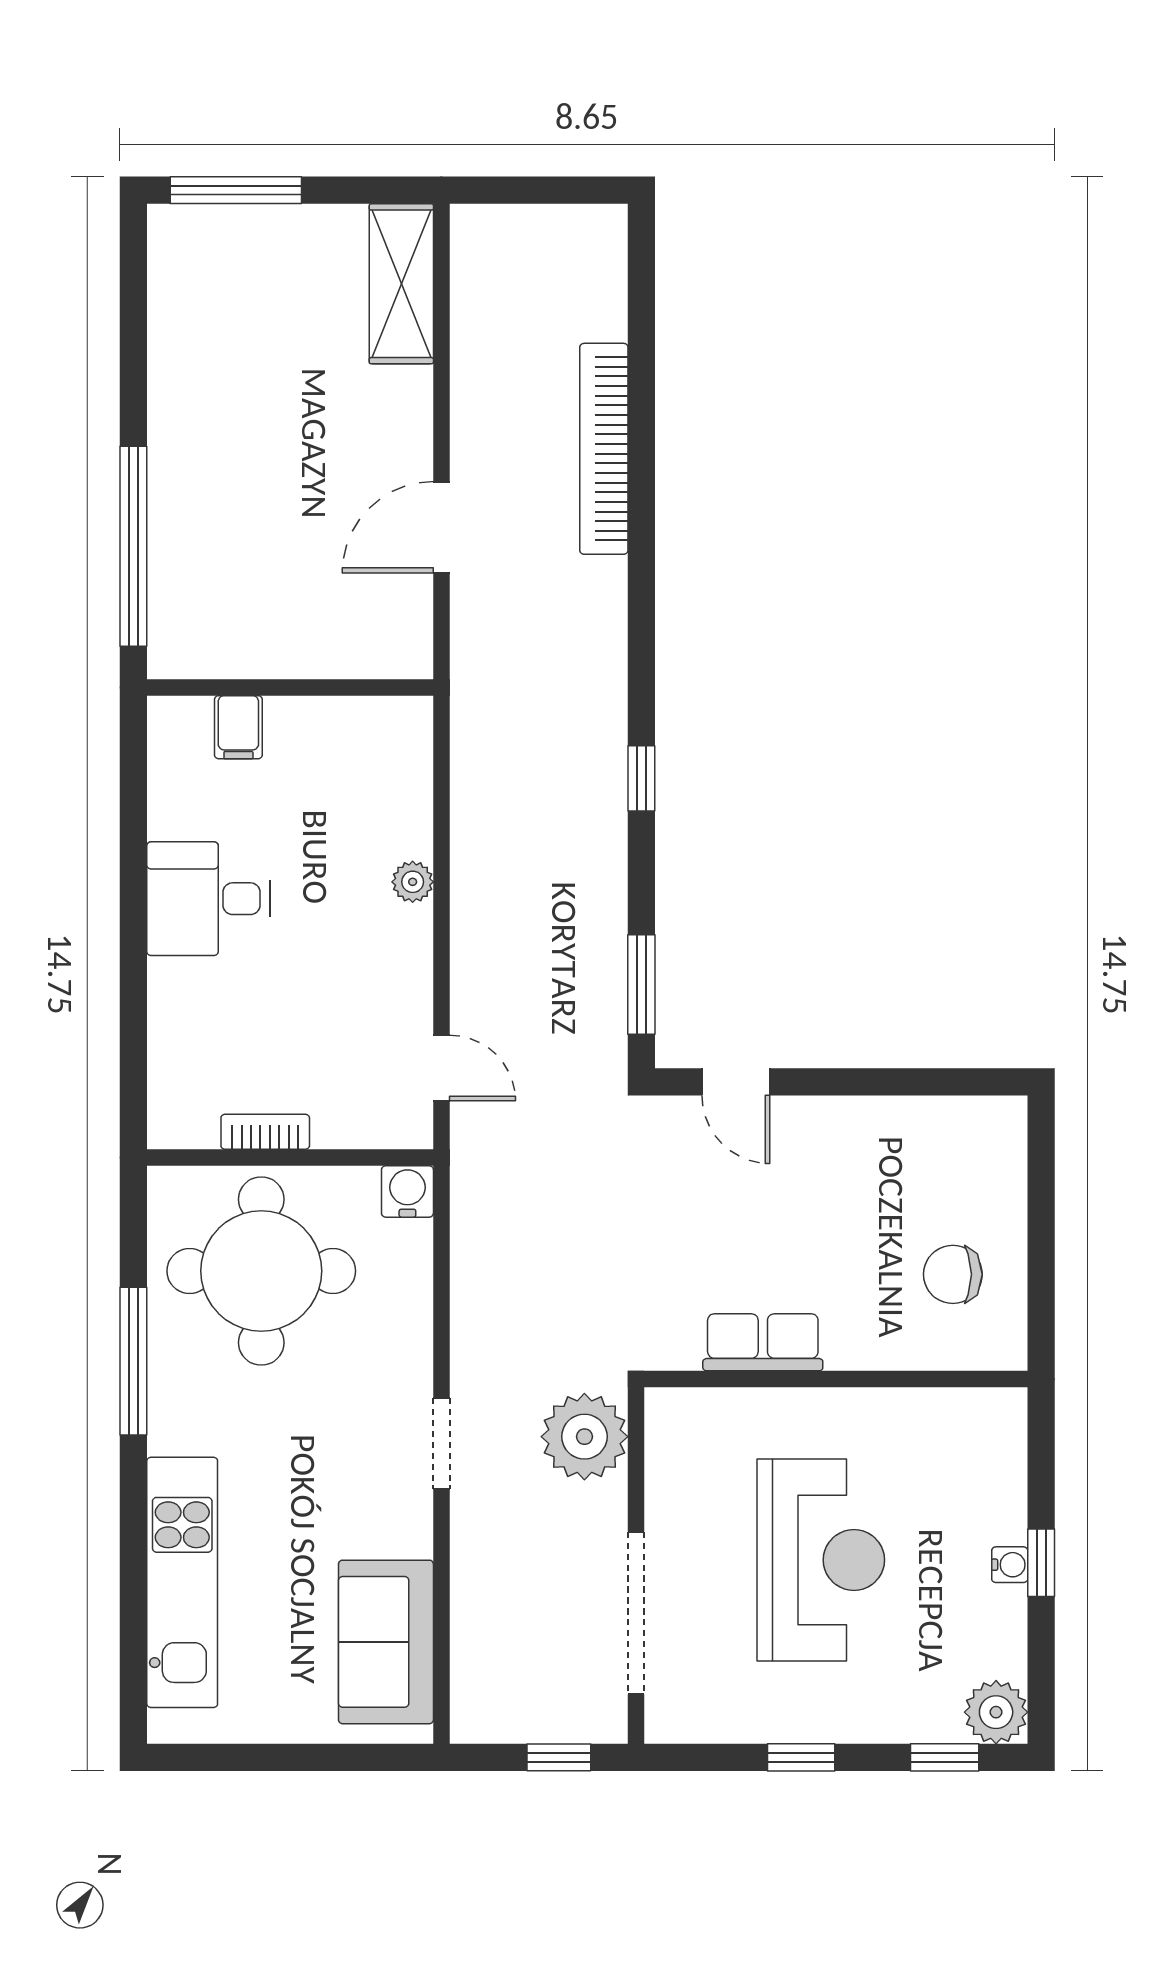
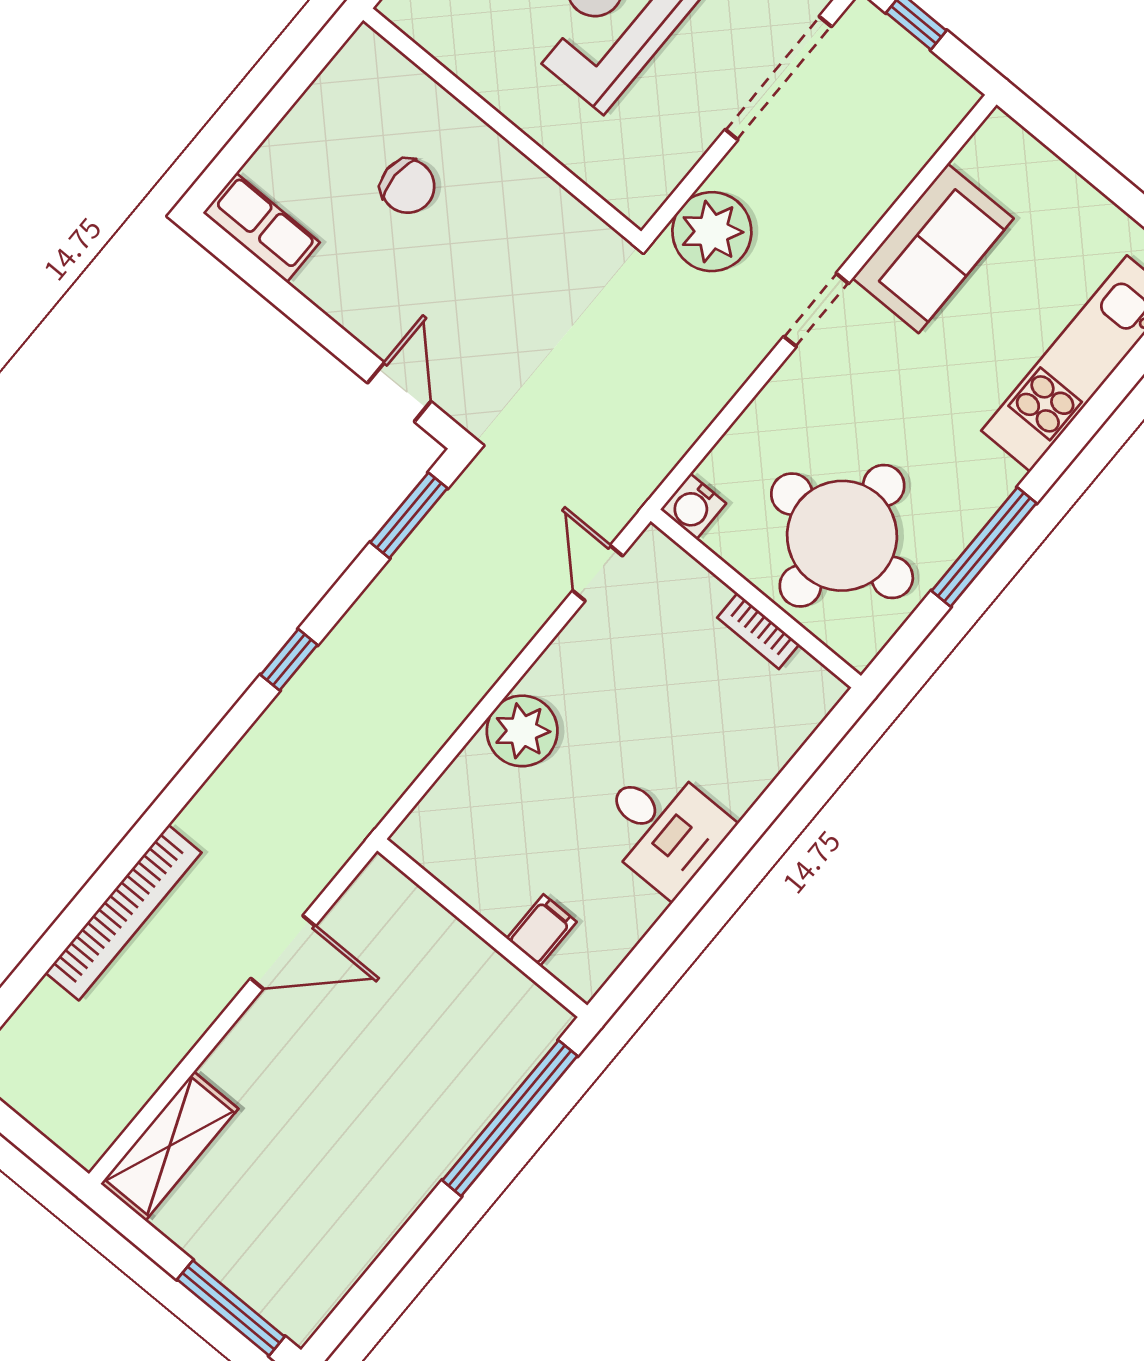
plant: (413, 882) -> (522, 731), width x1.88, depth x1.88
chair: (953, 1274) -> (408, 186), moved
row of seats: (763, 1342) -> (261, 228), moved, turned 180
sofa: (386, 1642) -> (933, 248), moved

